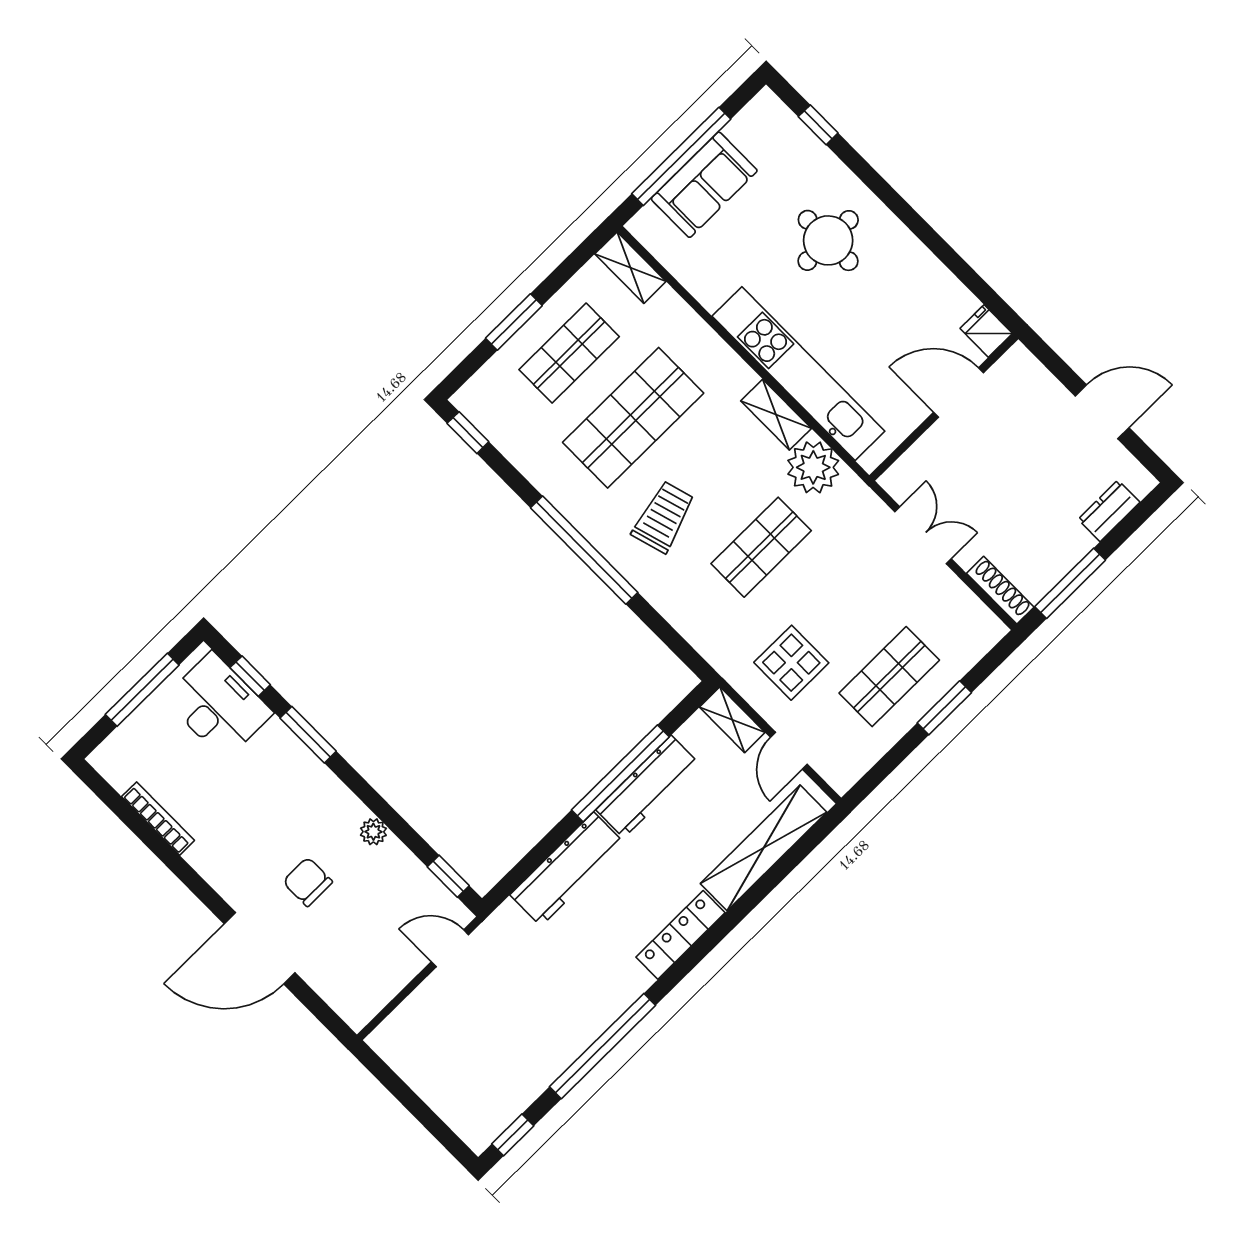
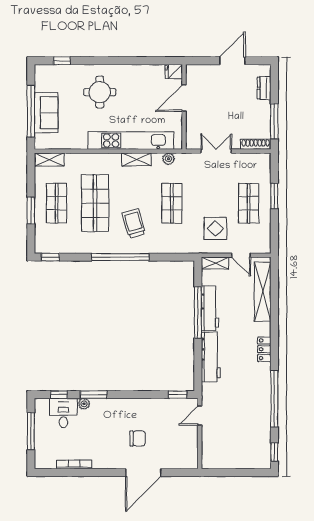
plant: (813, 467) -> (168, 159), width x0.53, depth x0.53
desk: (218, 706) -> (63, 413), width x0.73
plant: (373, 832) -> (84, 404), moved
chair: (308, 882) -> (138, 438), turned 180
locker: (681, 935) -> (264, 349), width x0.66

